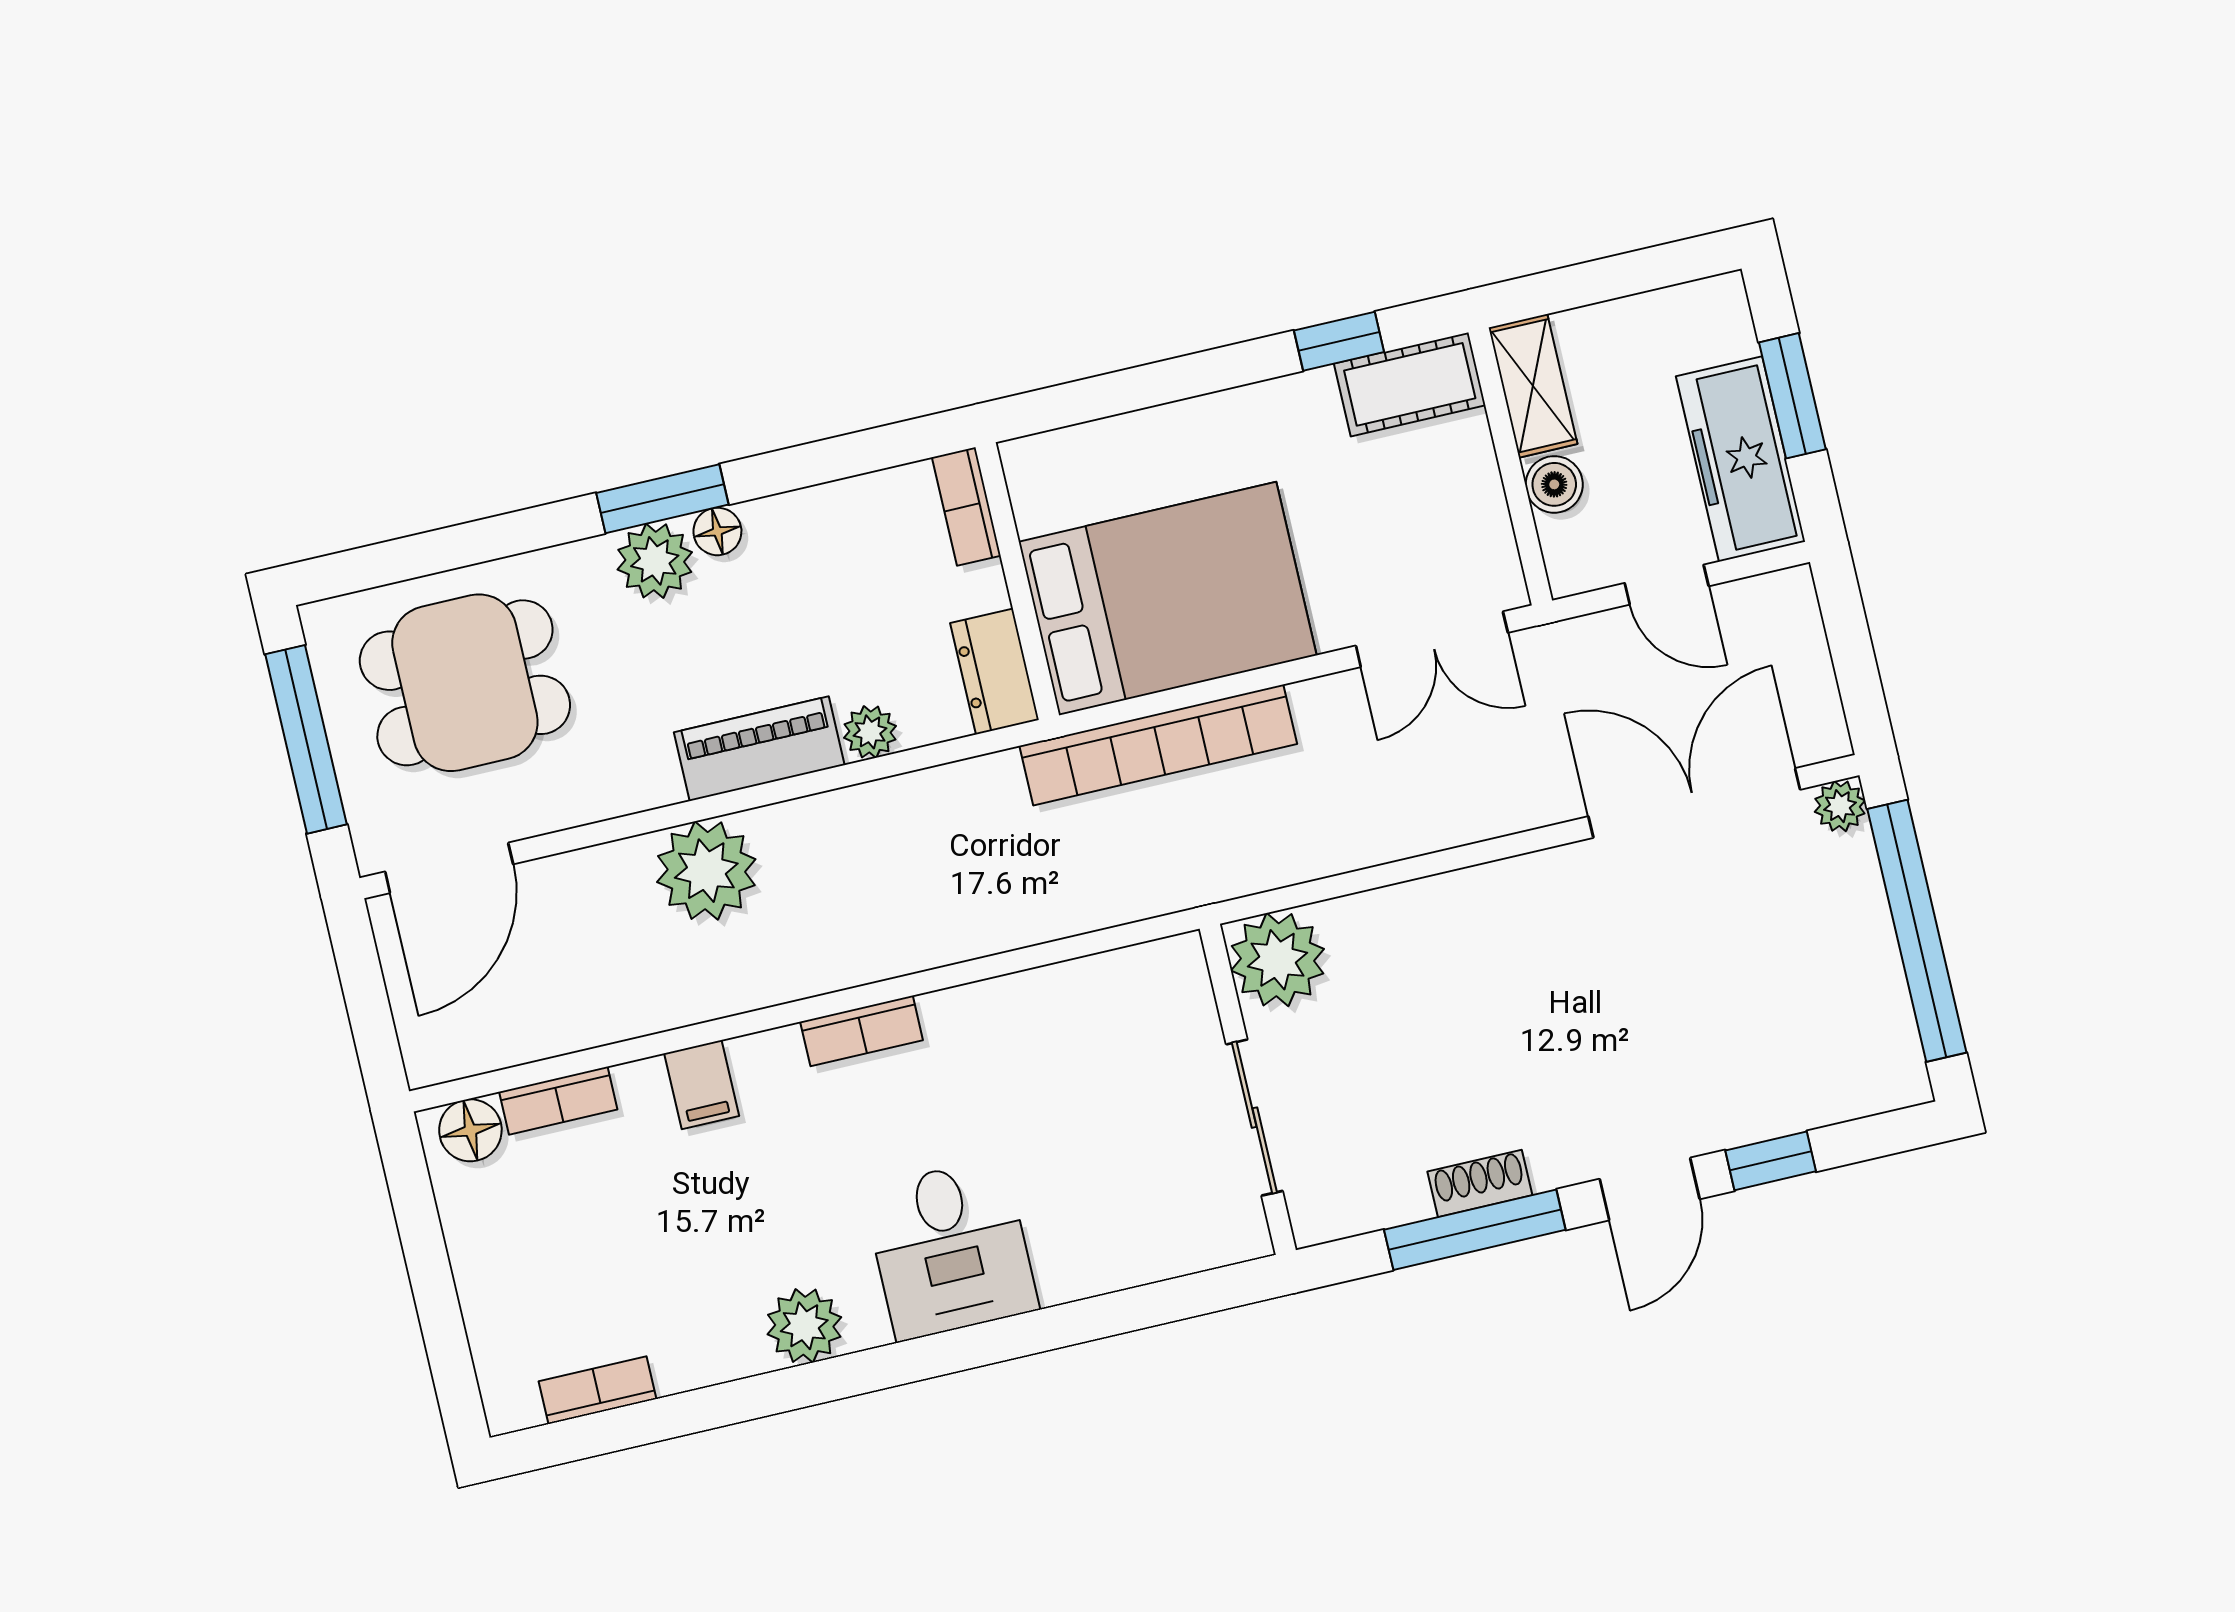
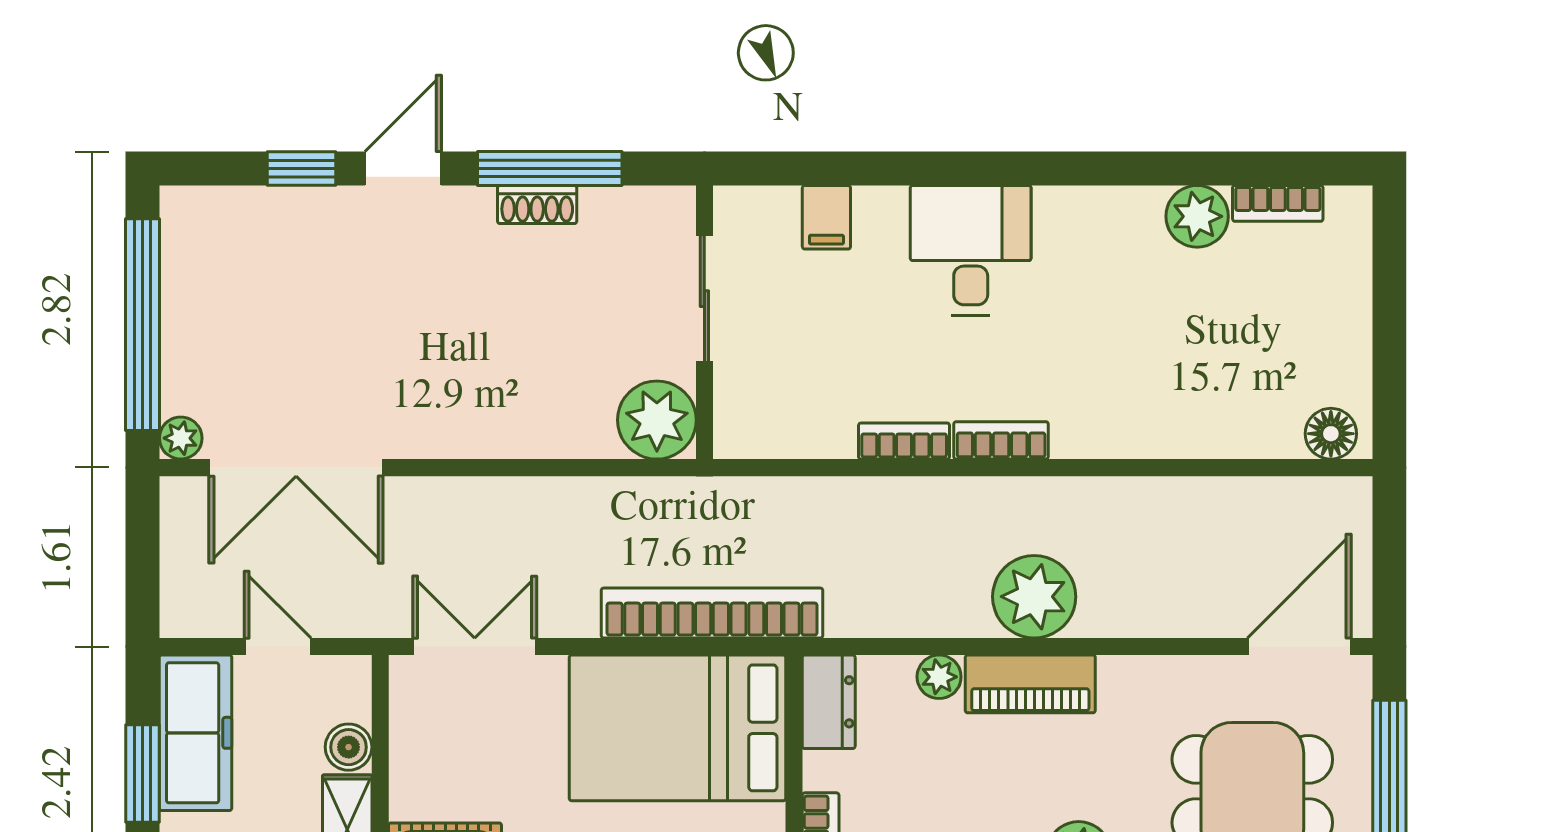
plant: (706, 871) -> (1034, 597), moved
filing cabinet: (702, 1085) -> (826, 217), moved, turned 180
bookcase: (558, 1101) -> (904, 441), moved
plant: (804, 1326) -> (1197, 216), moved

